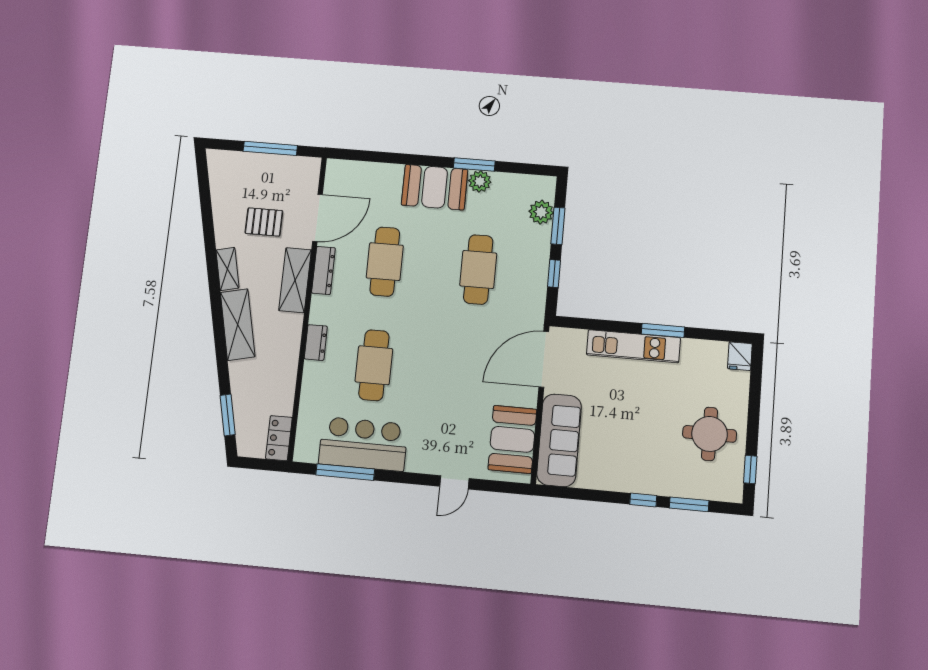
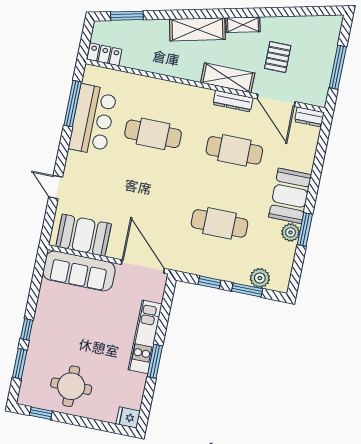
dresser: (316, 343) -> (309, 117), moved

